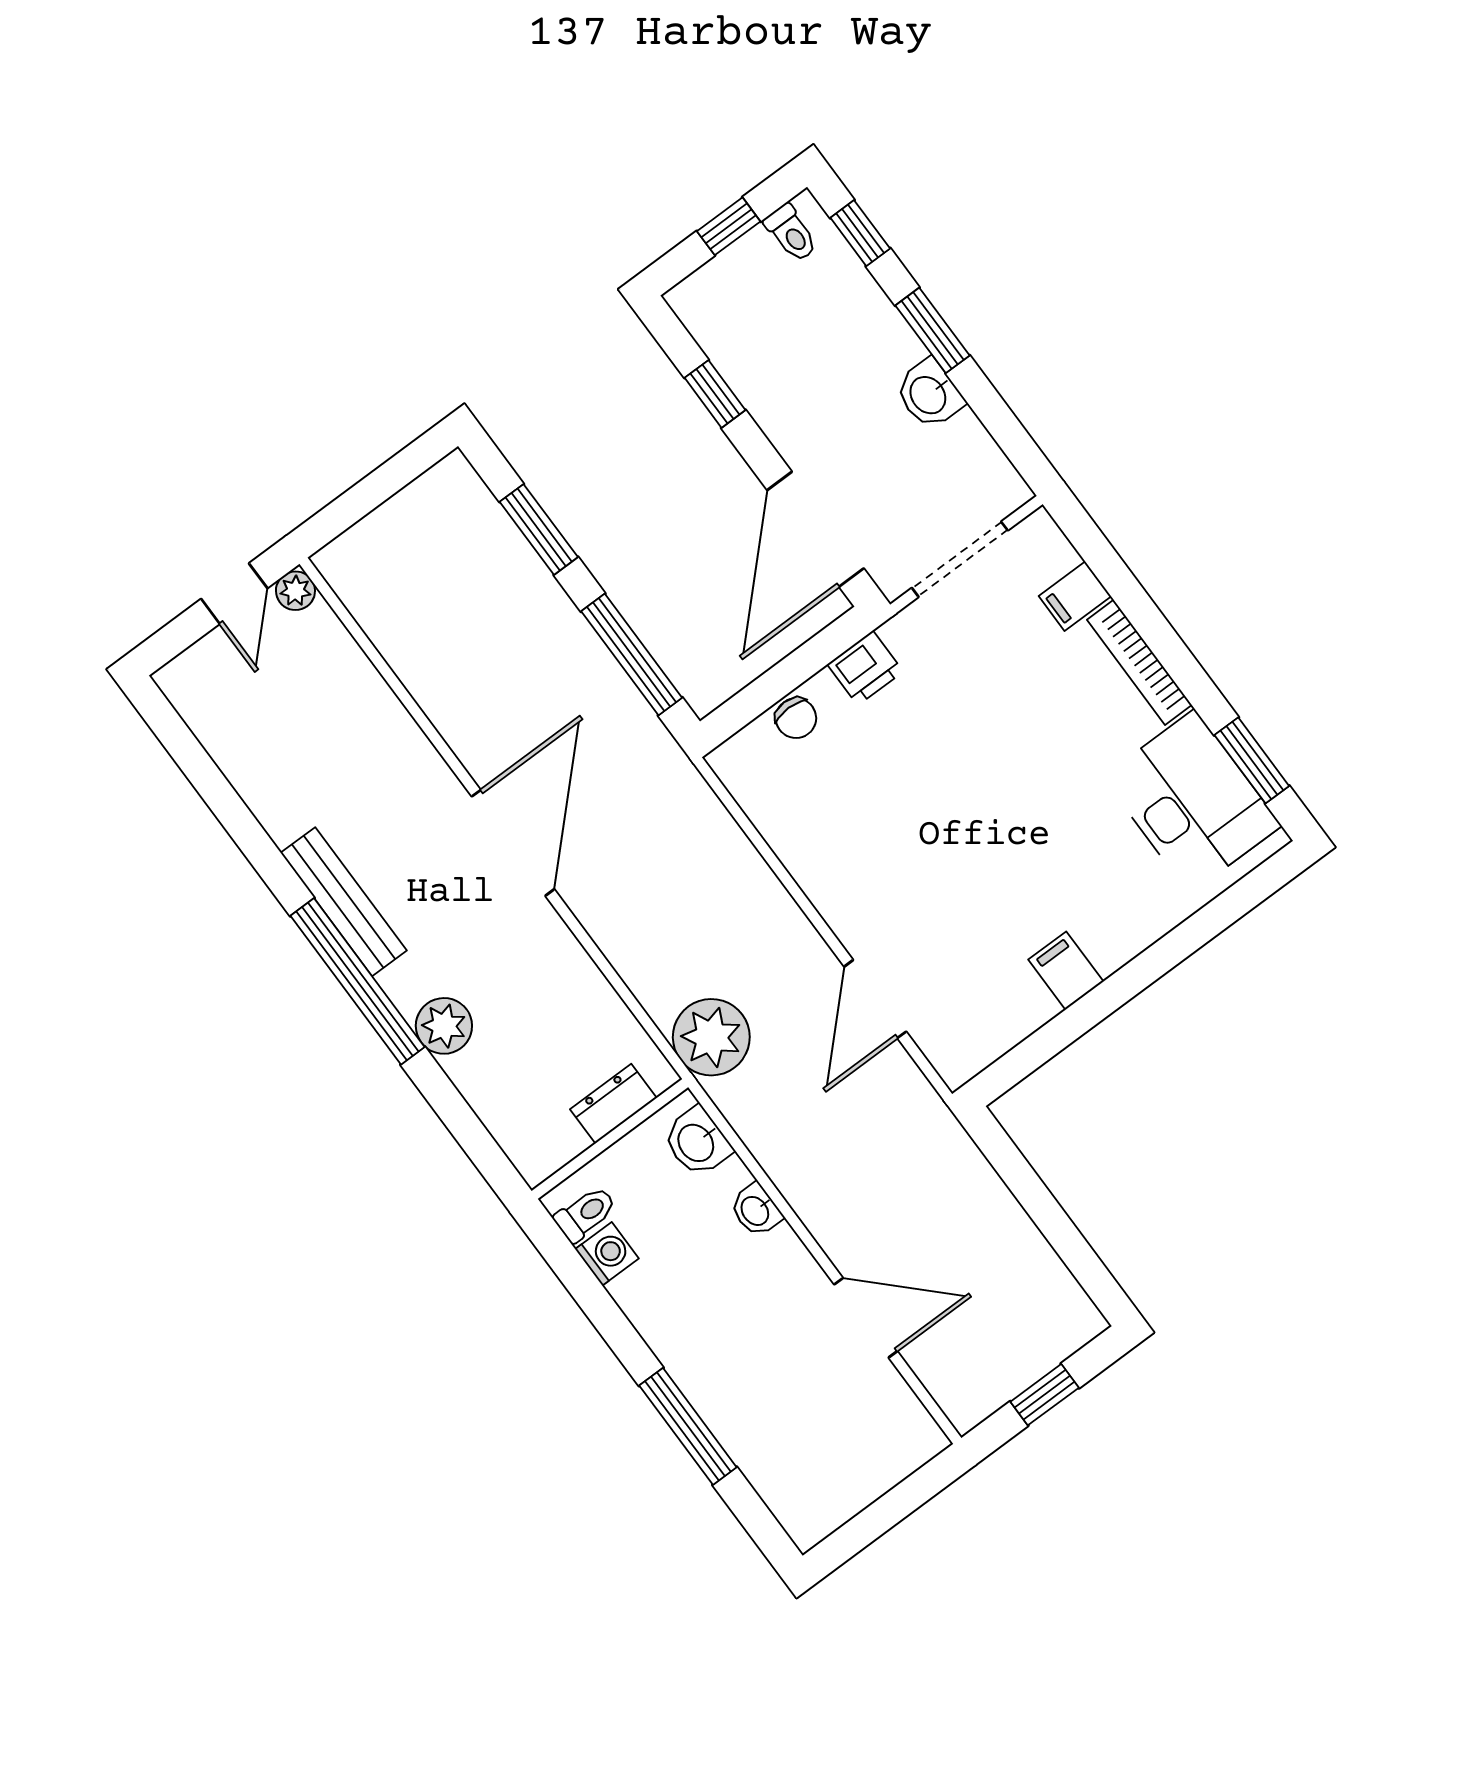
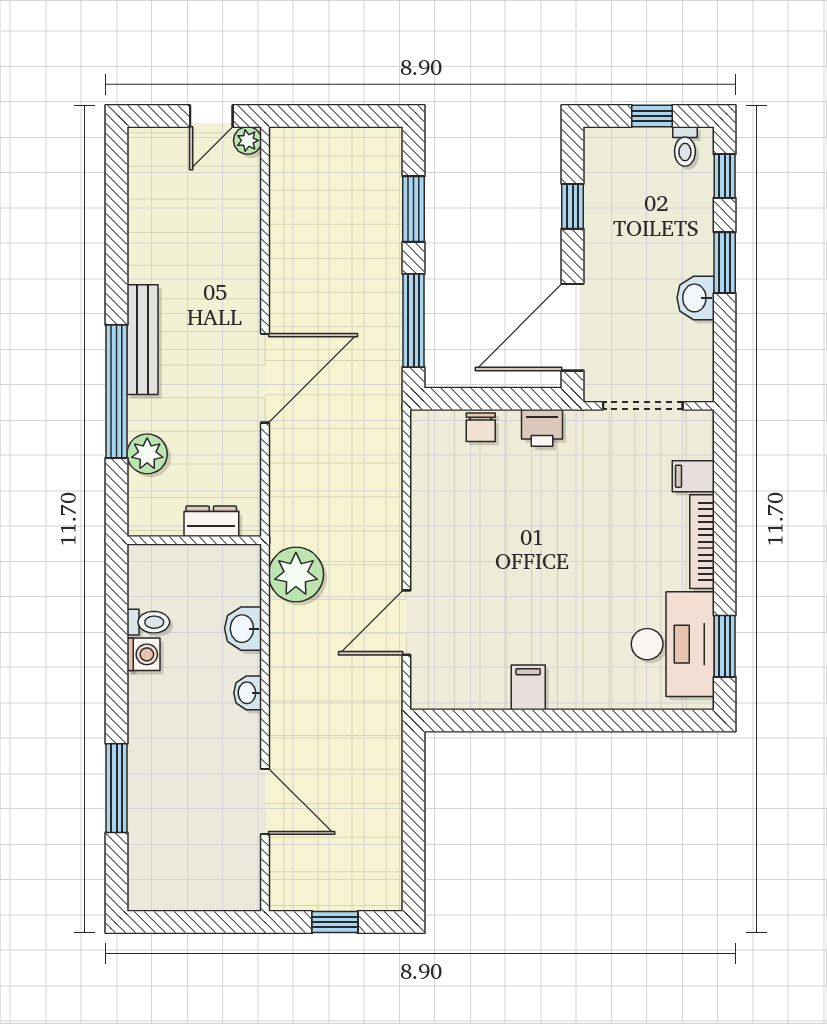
dresser: (613, 1104) -> (211, 521), moved
wall: (610, 1139) -> (194, 540), moved

